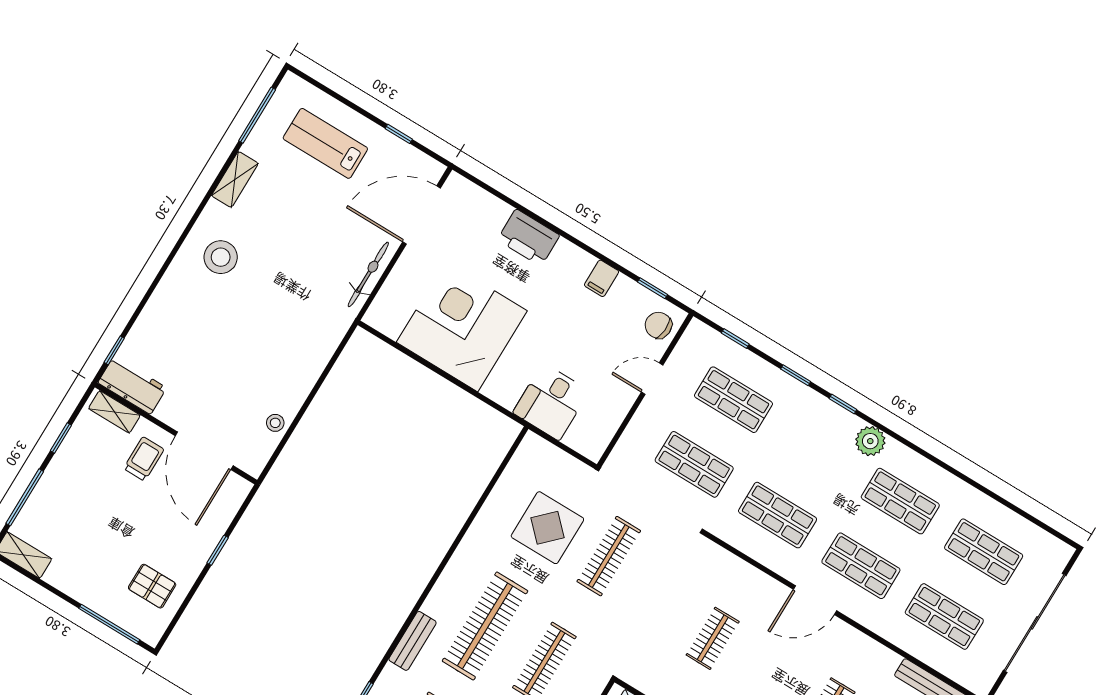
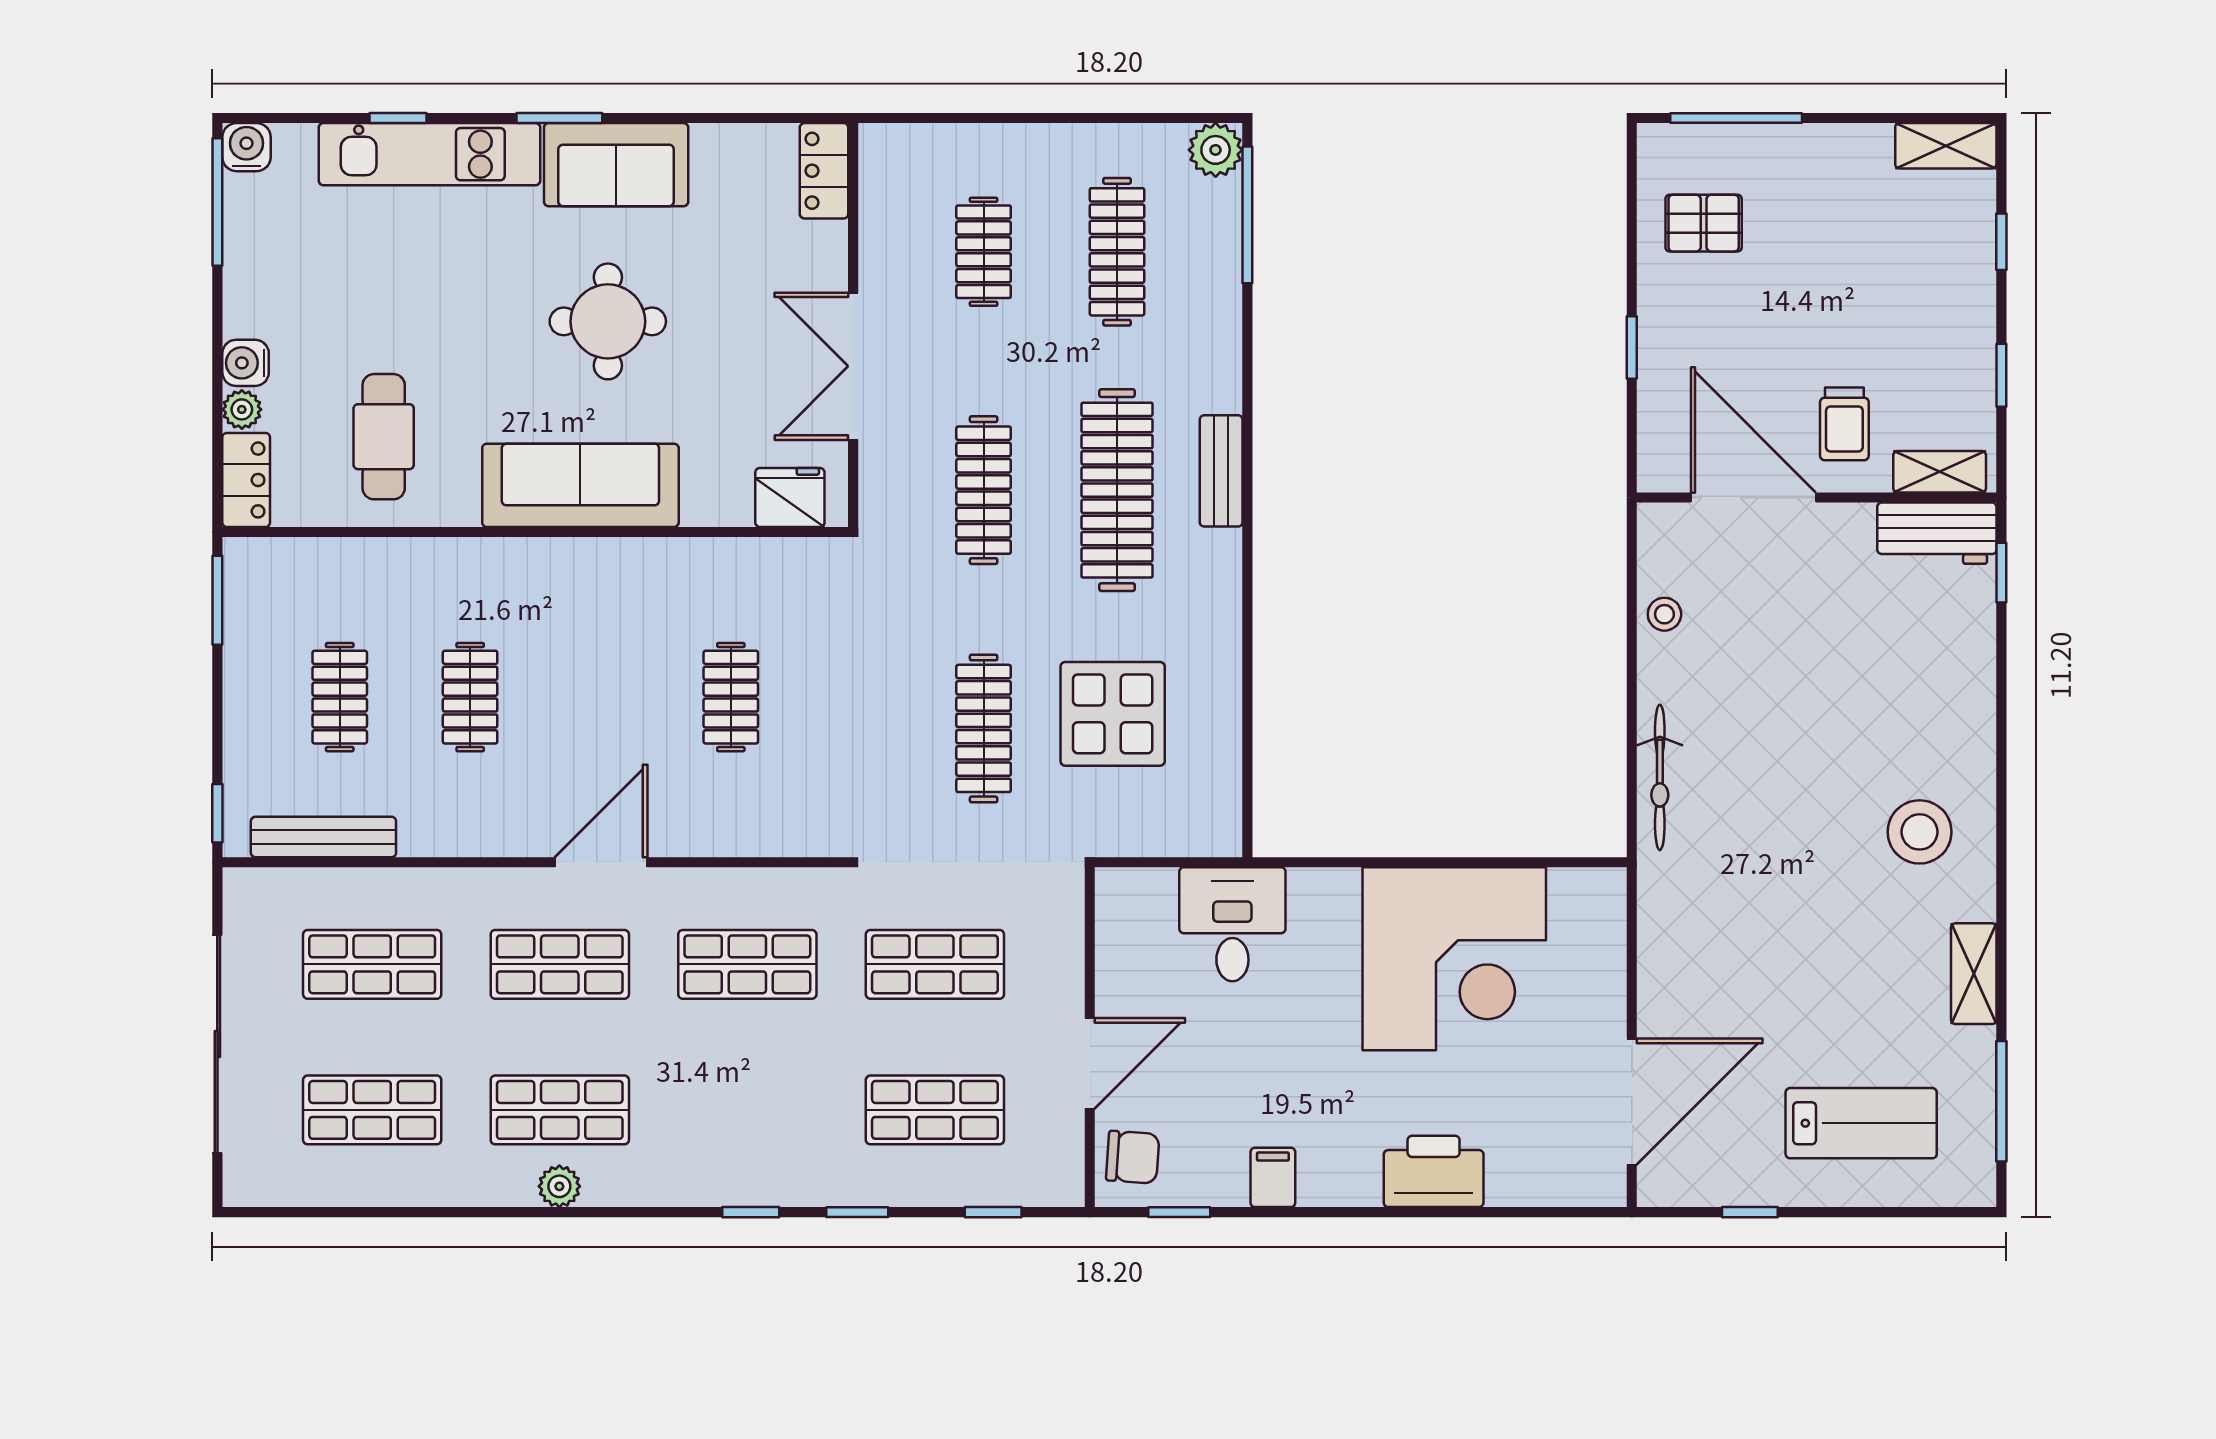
bicycle: (368, 274) -> (1660, 777), moved
door: (652, 379) -> (1090, 1063), width x1.37
plant: (870, 441) -> (559, 1186), moved, width x0.73, depth x0.73
window: (25, 497) -> (2001, 242), width x0.46
bench: (413, 641) -> (1221, 471), moved

